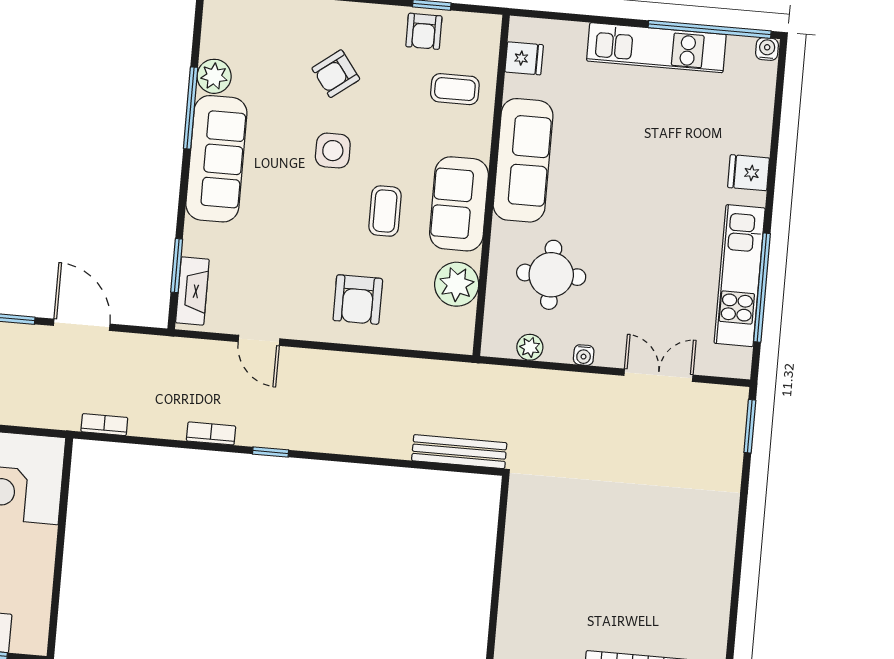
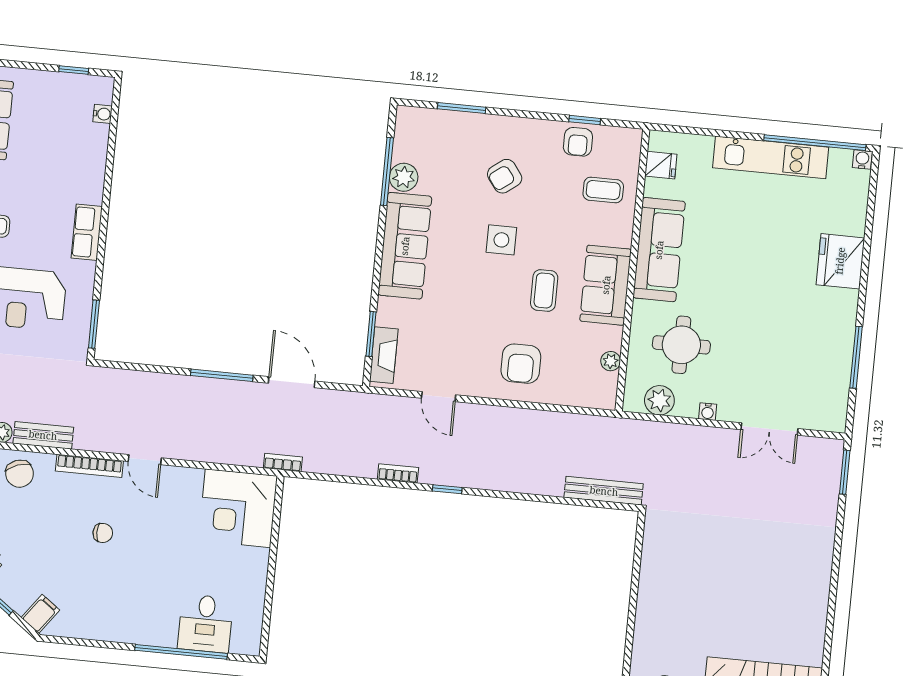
window: (191, 108) -> (387, 172), moved
fridge: (749, 173) -> (840, 261), width x1.88, depth x1.34
kitchen unit: (740, 276) -> (838, 347), removed
plant: (457, 284) -> (611, 361), width x0.53, depth x0.53
window: (762, 288) -> (856, 357), width x0.68
plant: (530, 347) -> (659, 400), width x1.38, depth x1.38
double door: (658, 375) -> (769, 429), swing flipped
bookcase: (104, 425) -> (283, 462), moved

